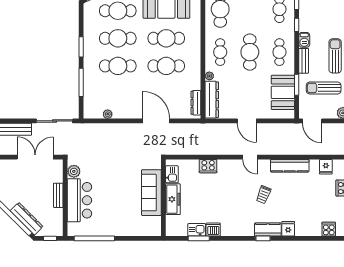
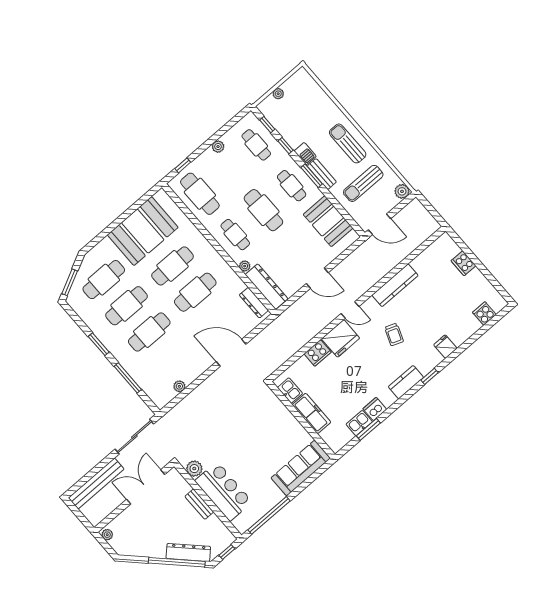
window: (297, 85) -> (312, 176), moved
fridge: (326, 167) -> (341, 338), moved, width x1.88, depth x1.34
sofa: (151, 193) -> (301, 468), moved, turned 90
kitchen counter: (268, 230) -> (406, 382), moved

